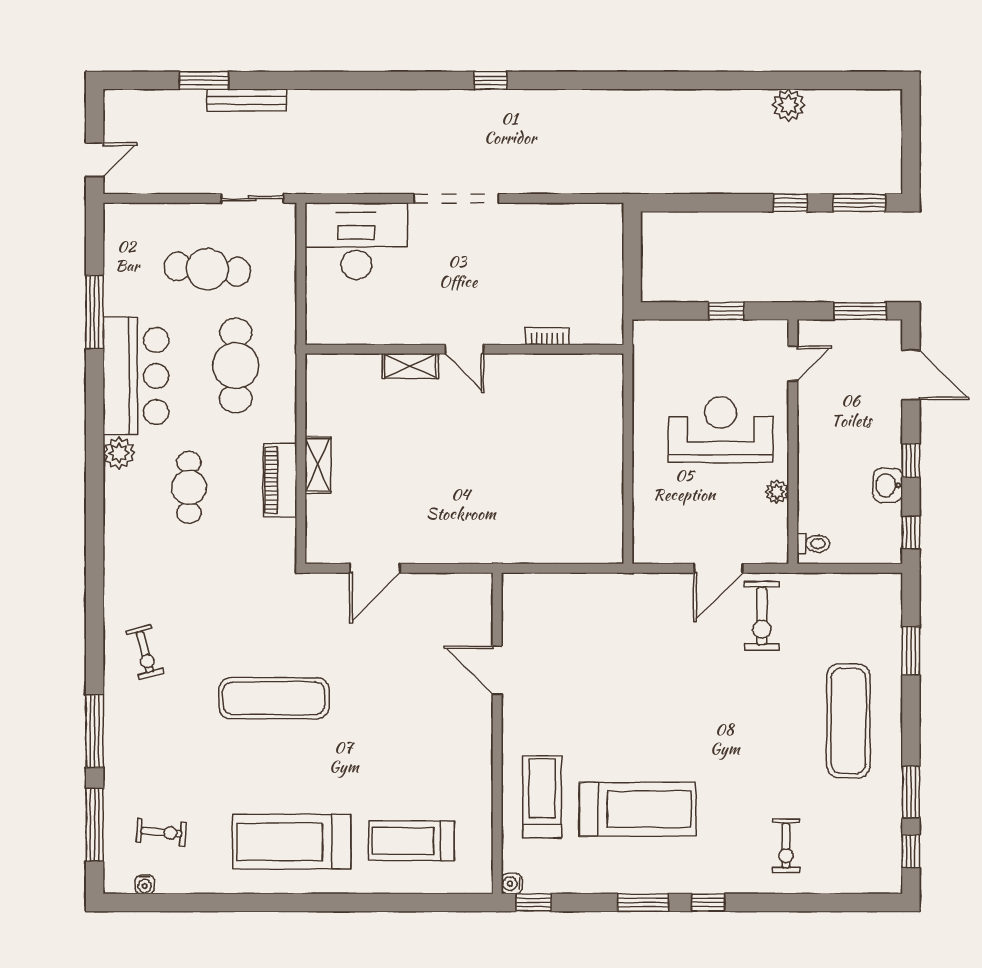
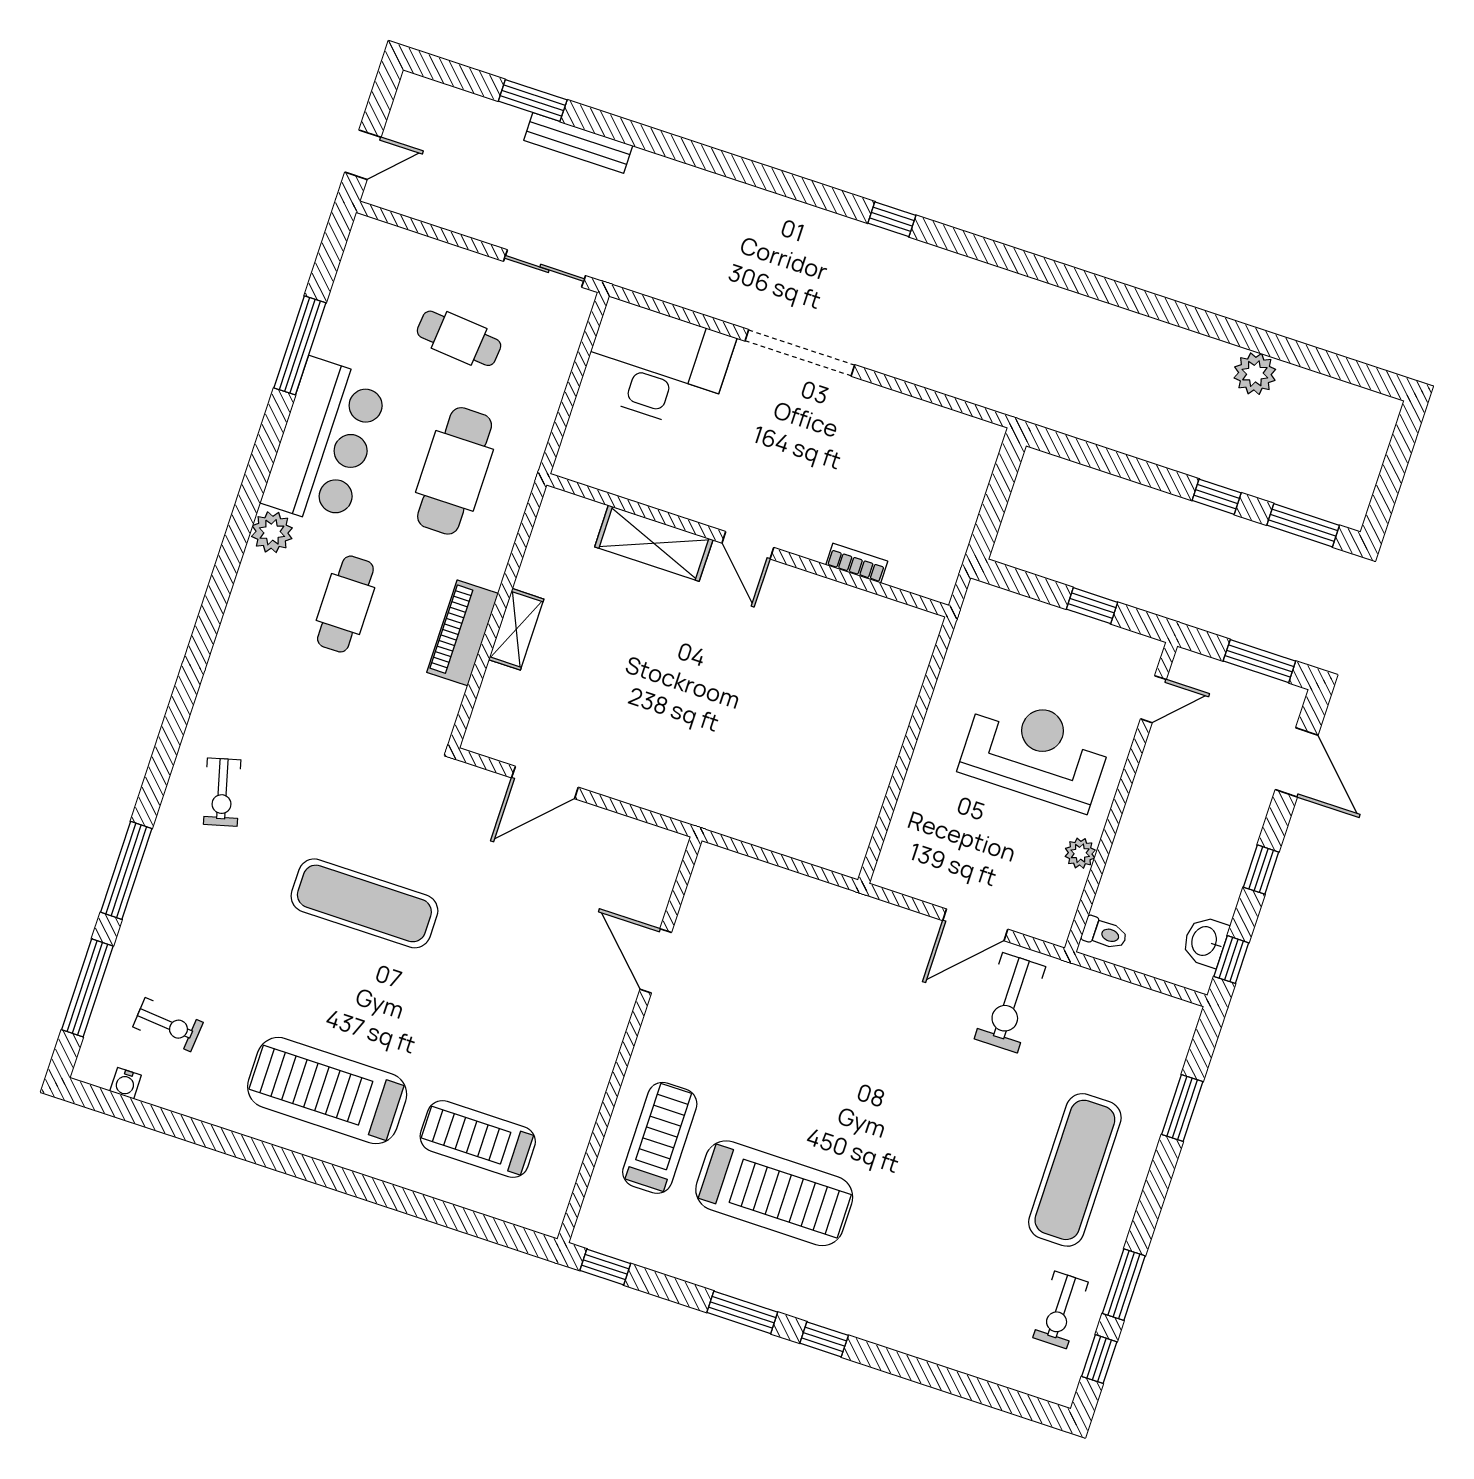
cafe table: (207, 269) -> (459, 338), width x0.73, depth x0.74
shelving: (410, 366) -> (654, 543), width x1.50, depth x1.33
washbasin: (888, 485) -> (1205, 941), moved
exercise bike: (786, 846) -> (1061, 1310), moved
water cooler: (512, 884) -> (585, 1234), removed

